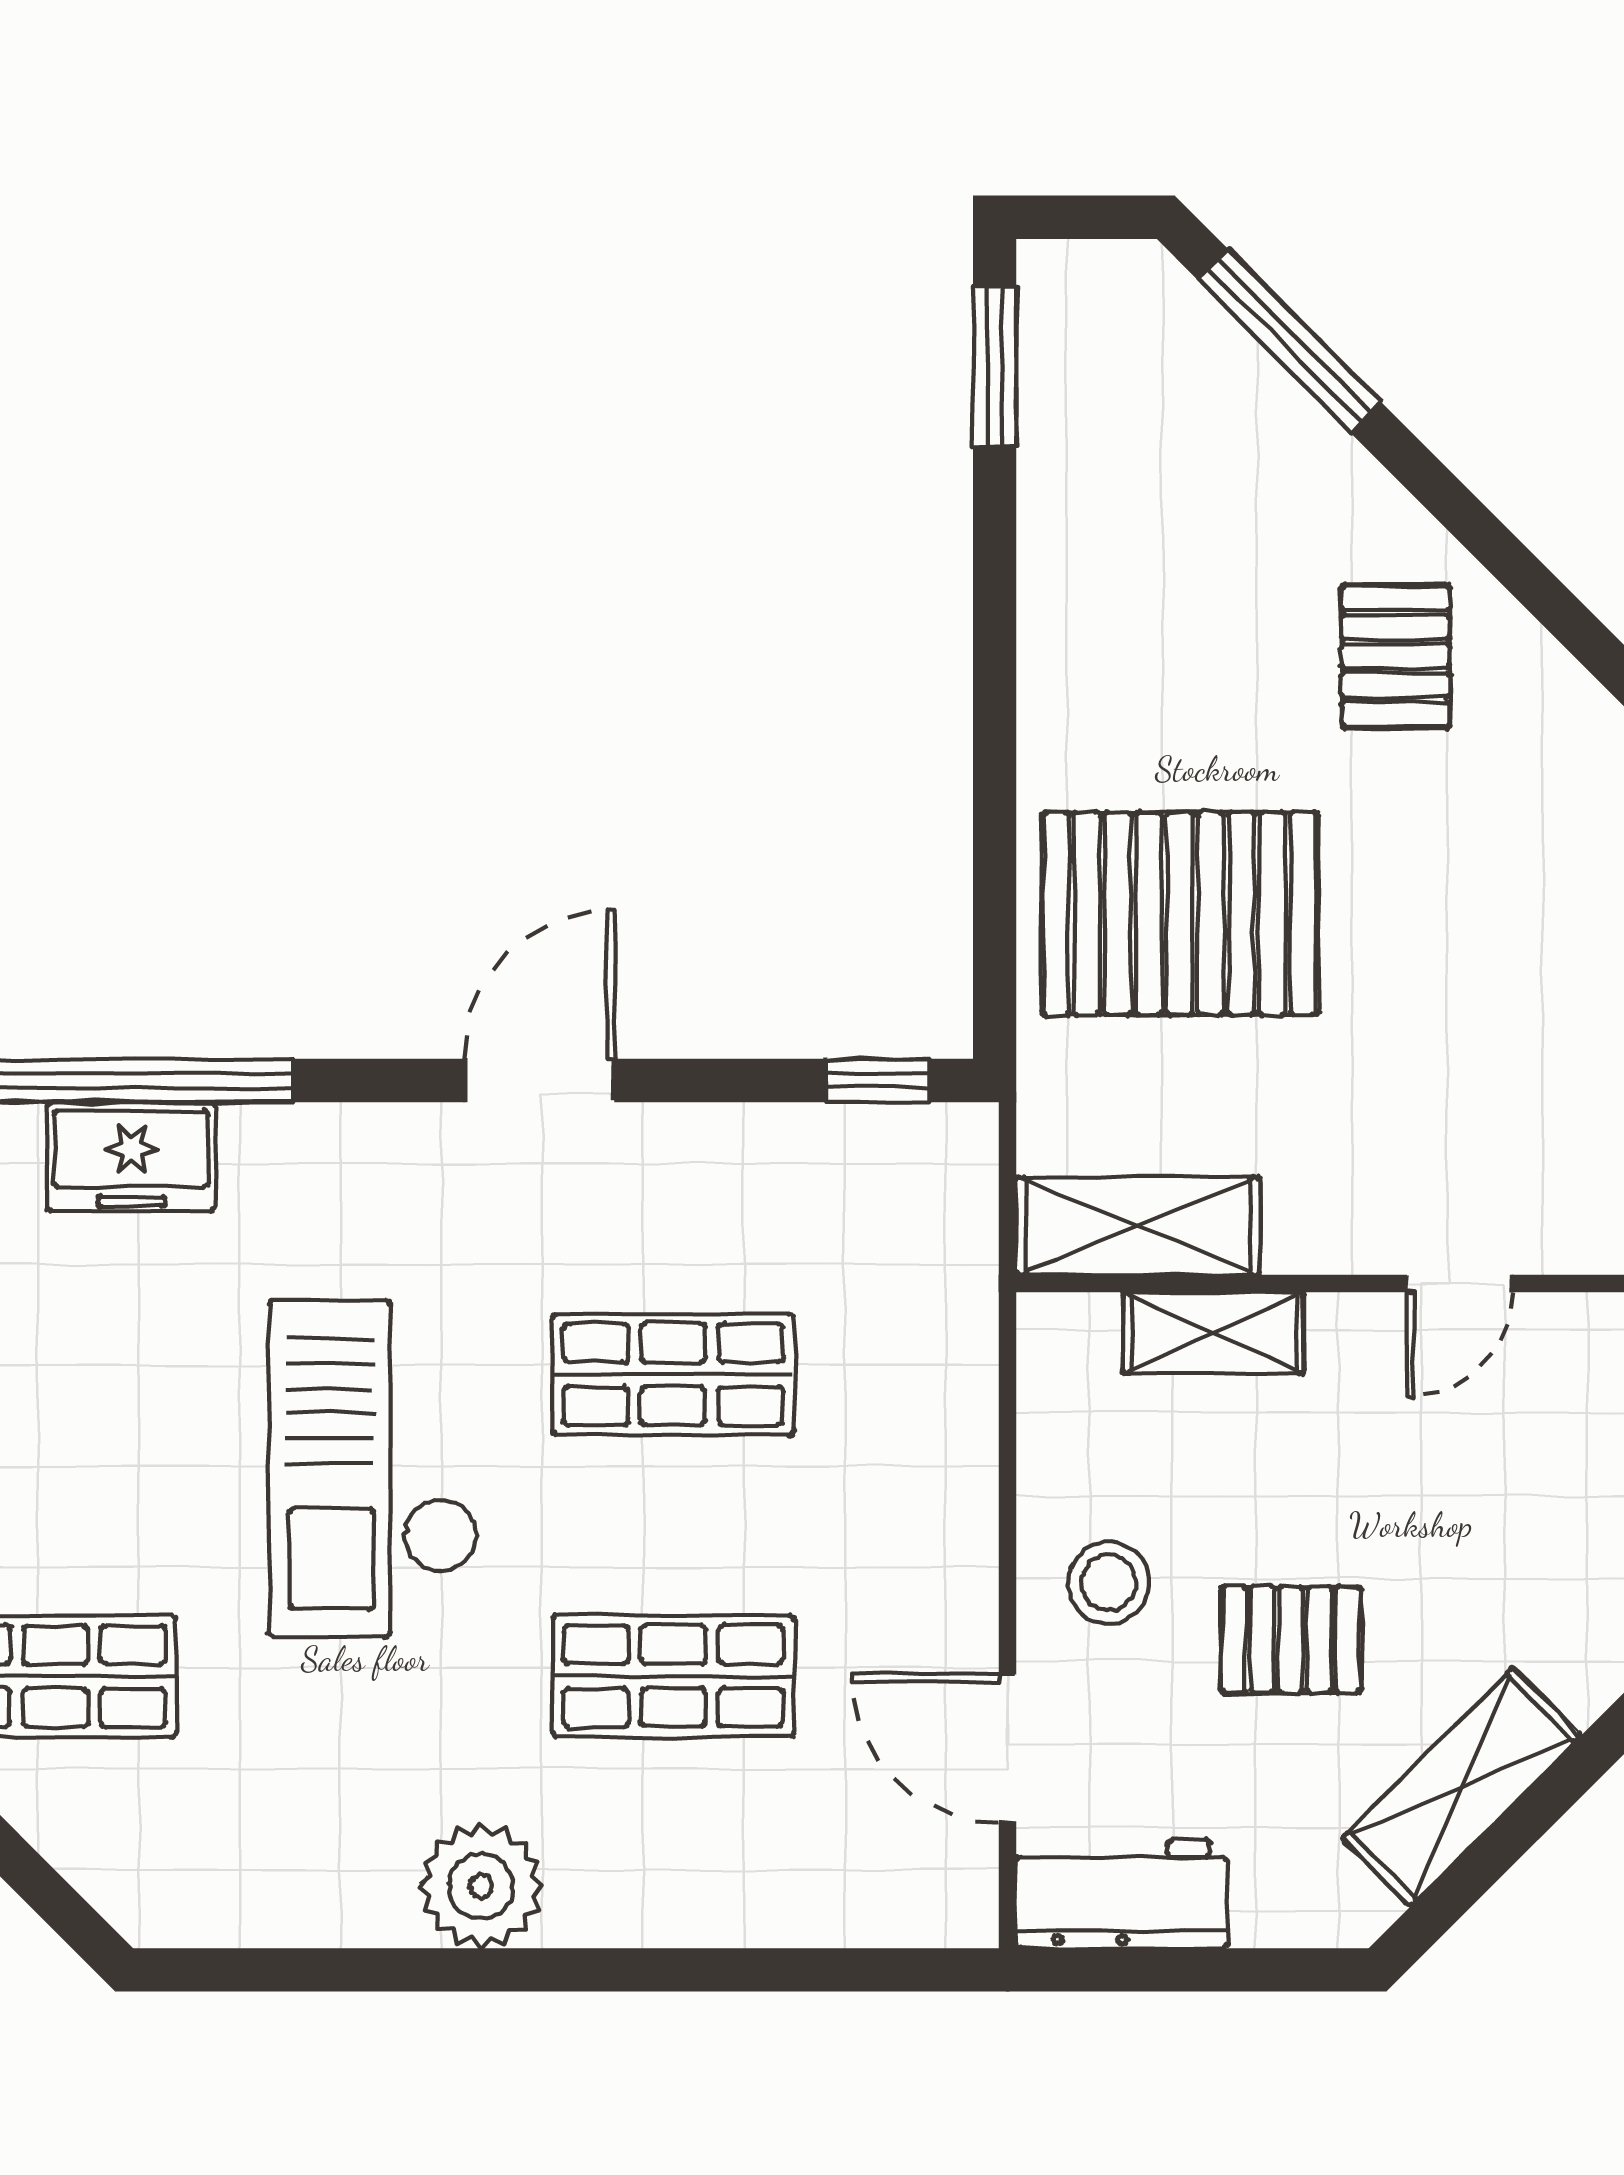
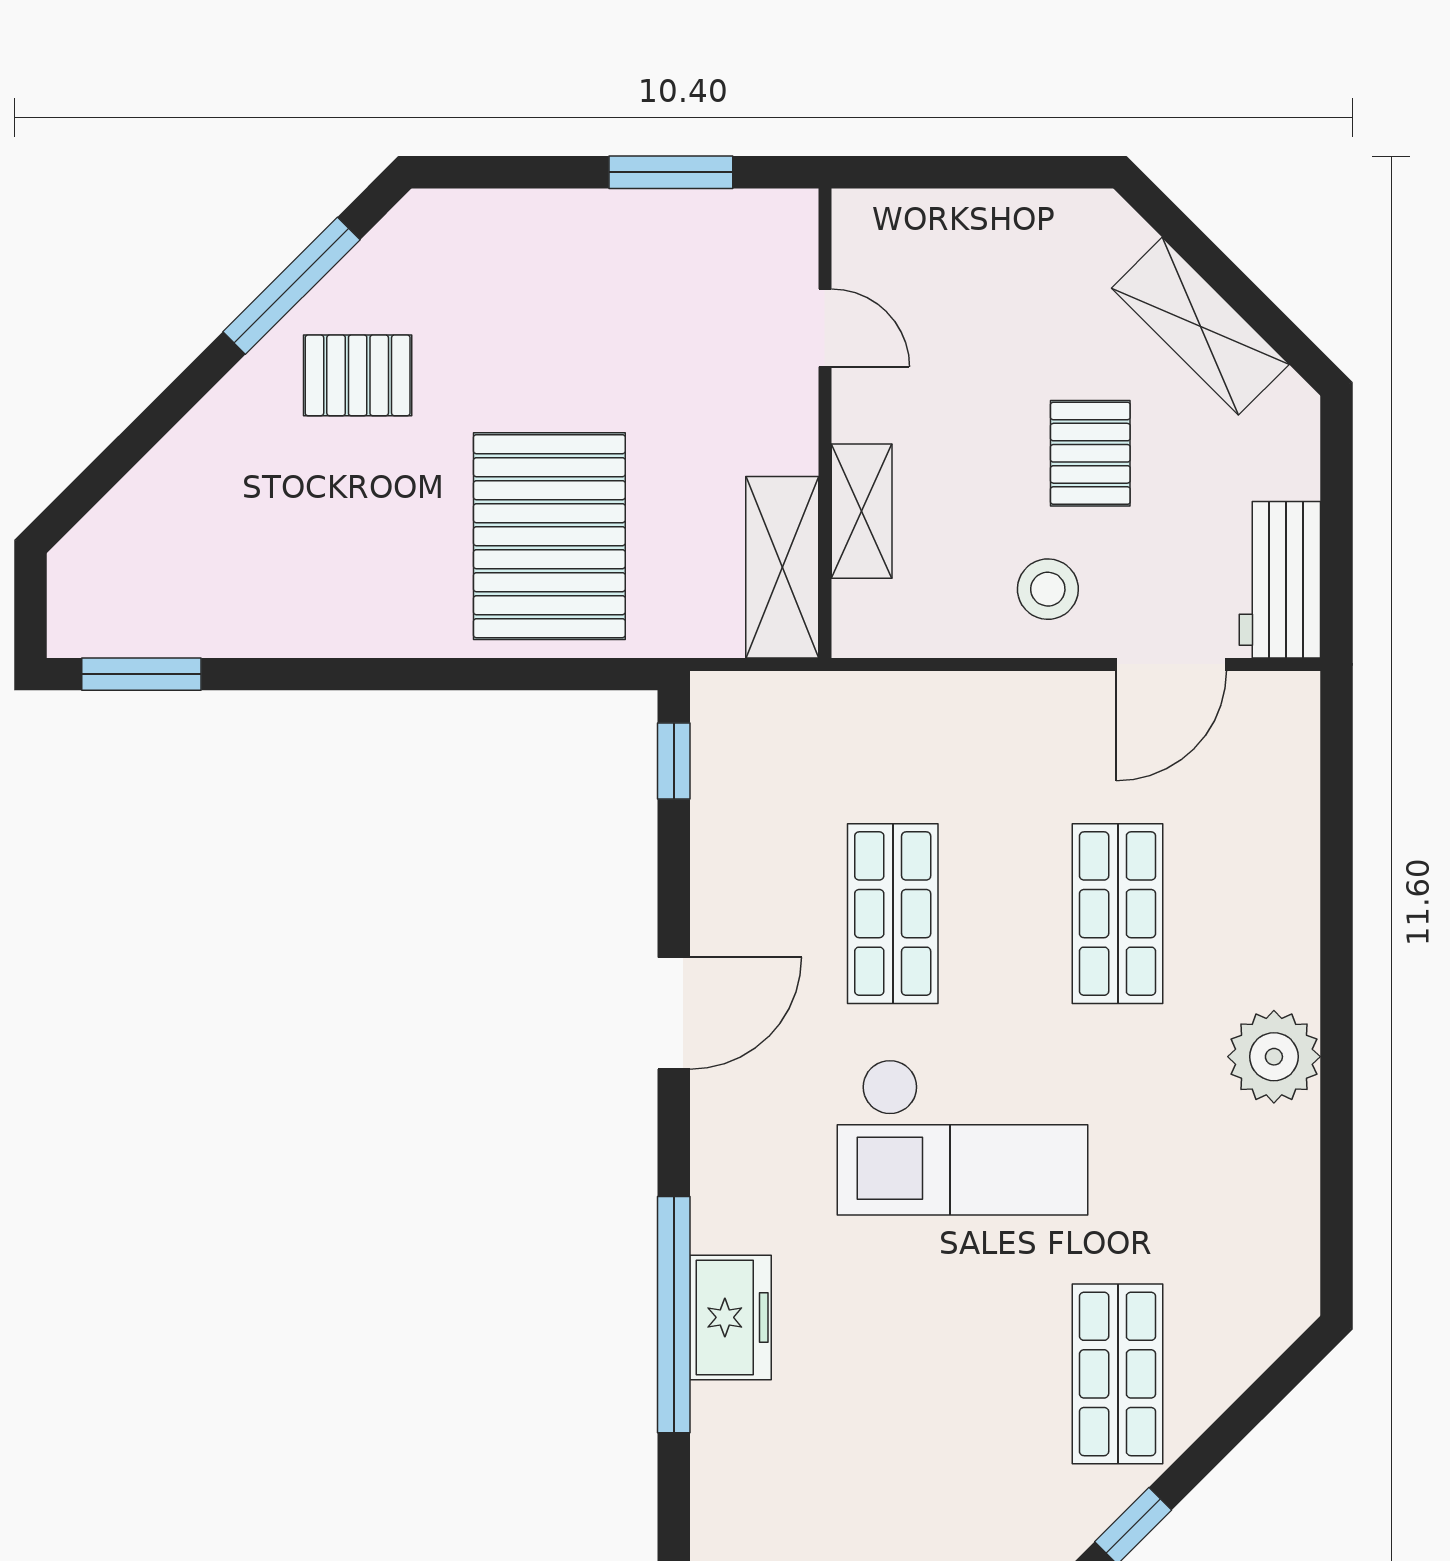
window: (1289, 341) -> (291, 286), moved
door: (540, 1081) -> (674, 1013), swing flipped

